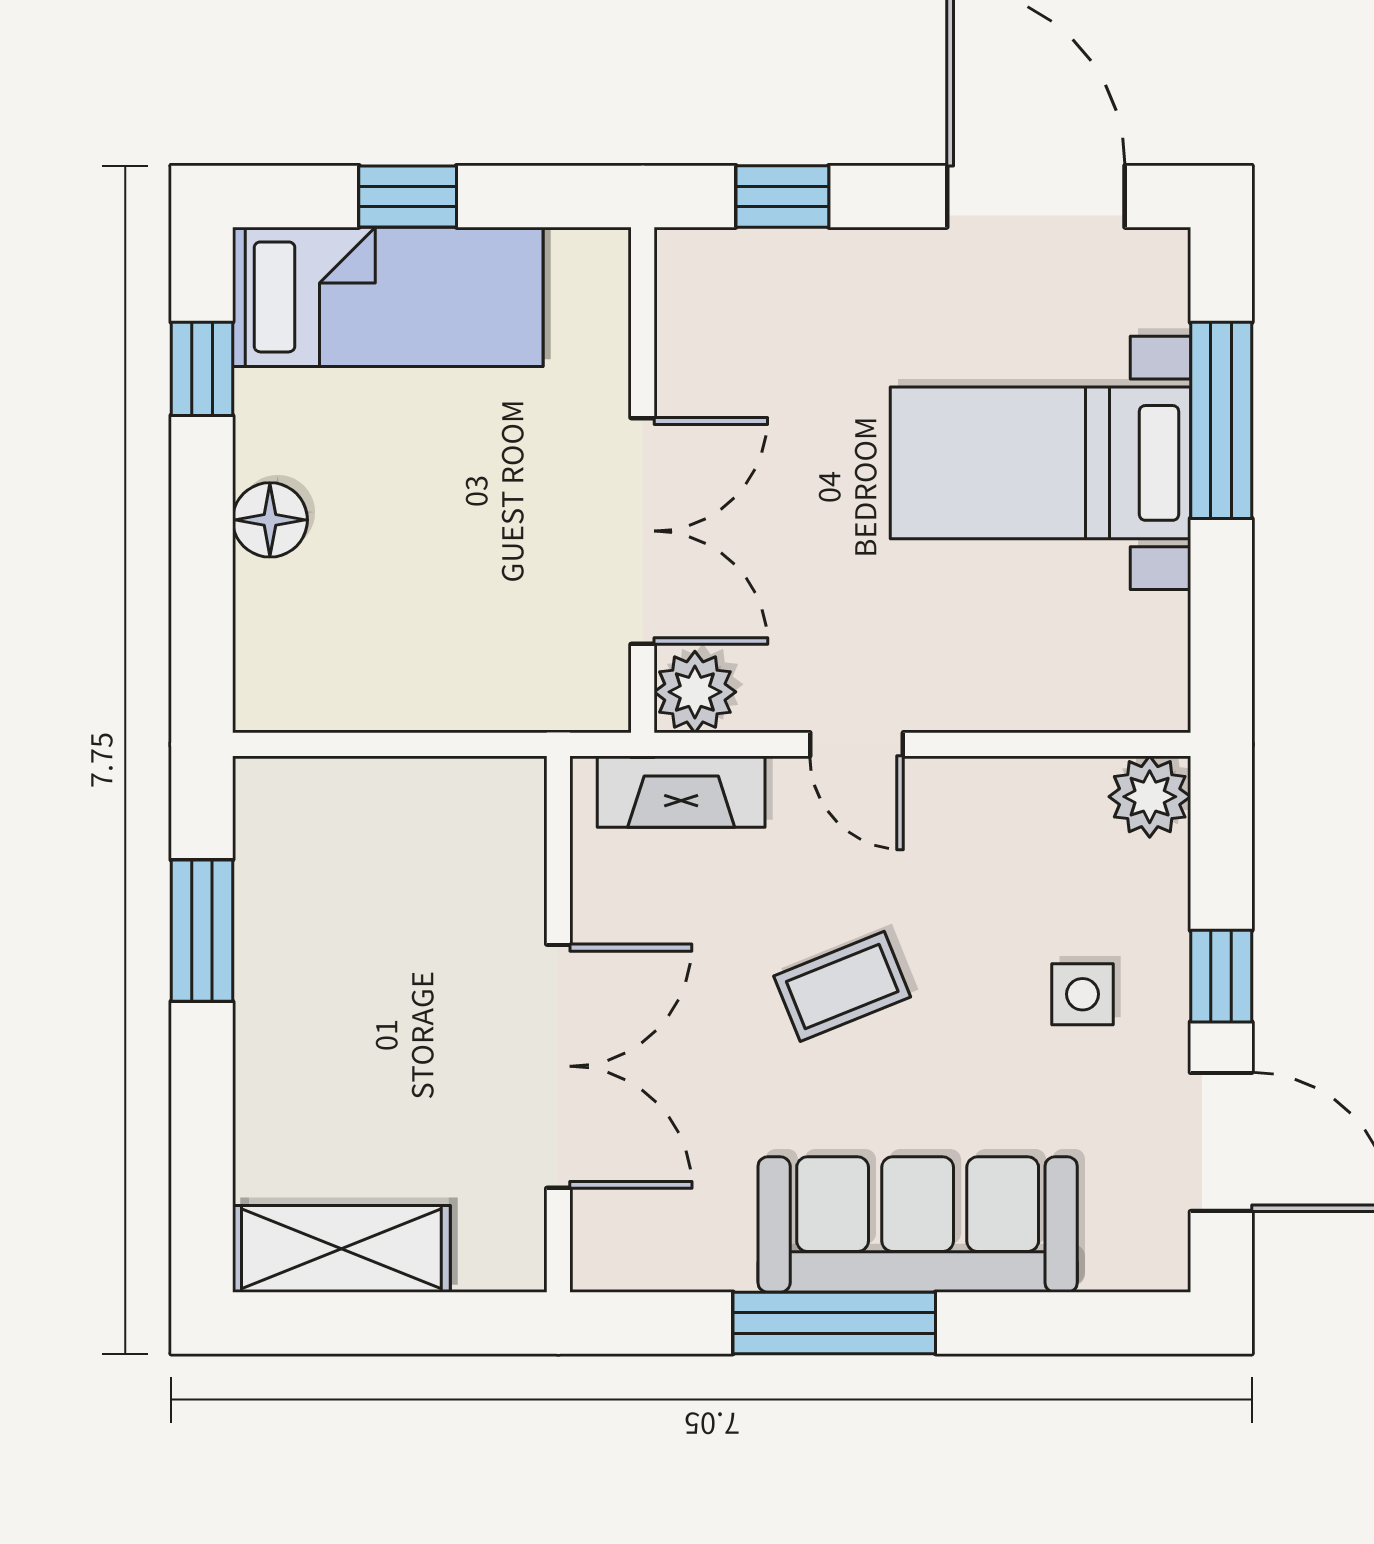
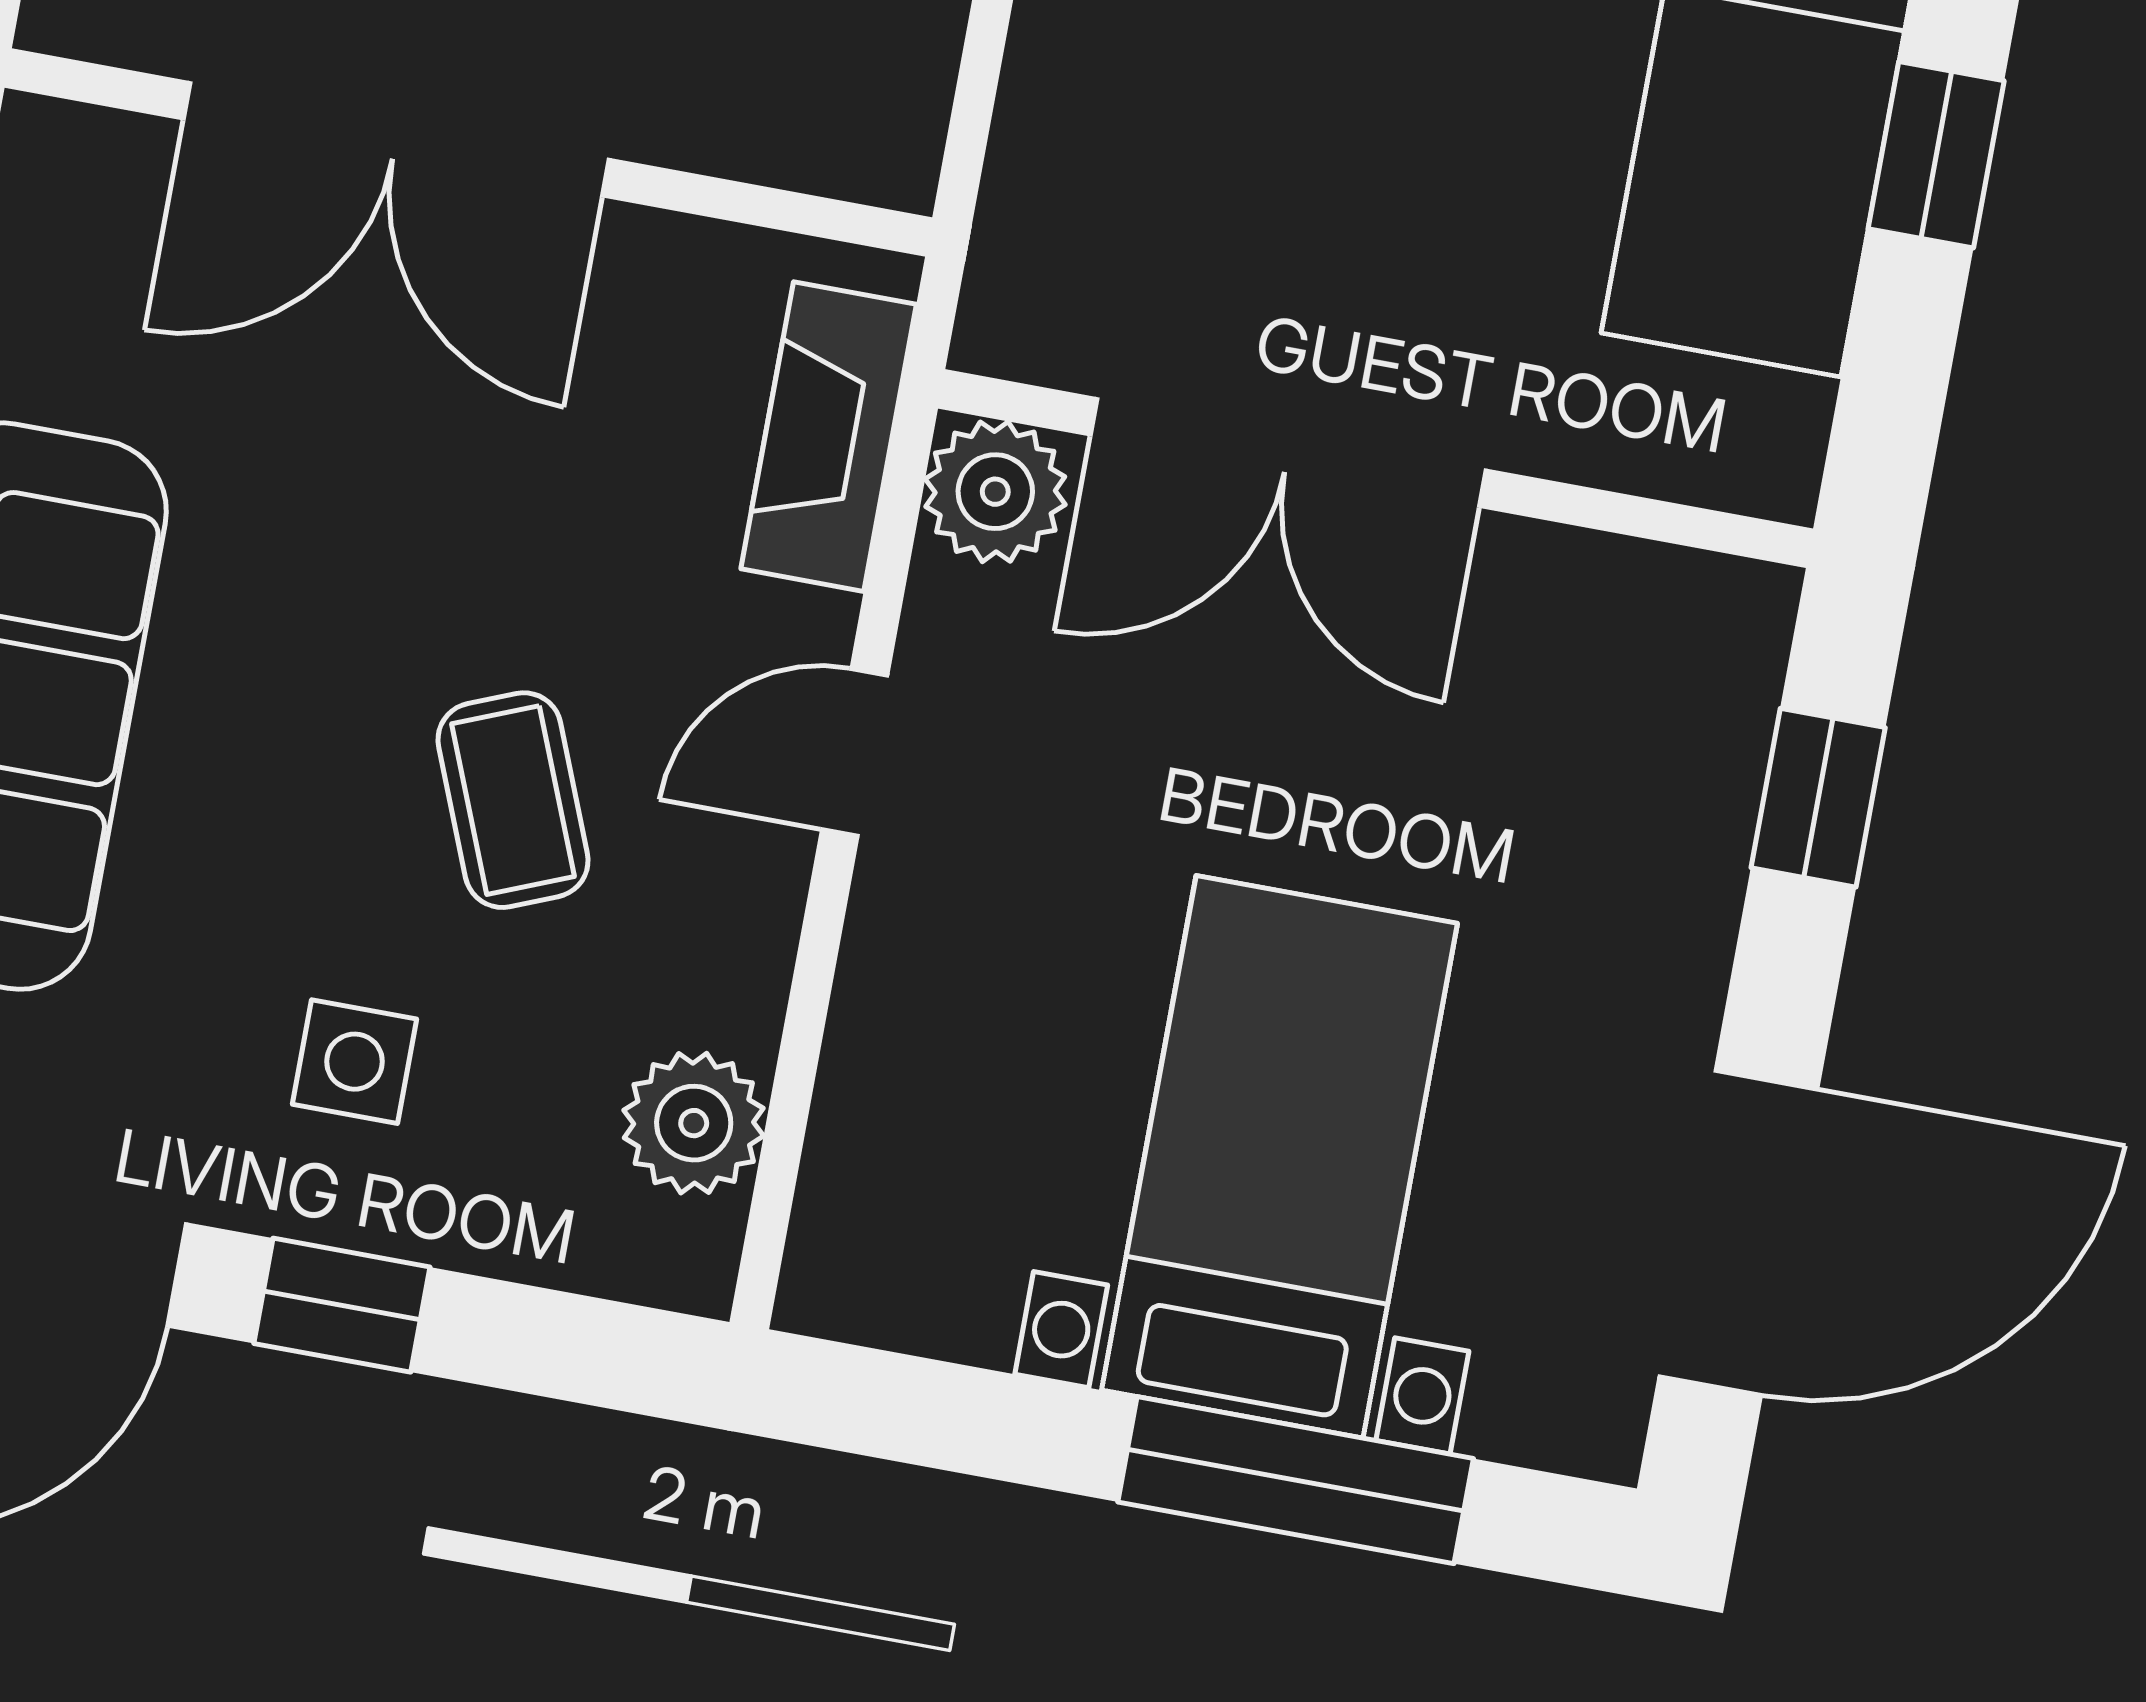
plant: (1150, 797) -> (694, 1123), moved
coffee table: (842, 986) -> (513, 800), moved

